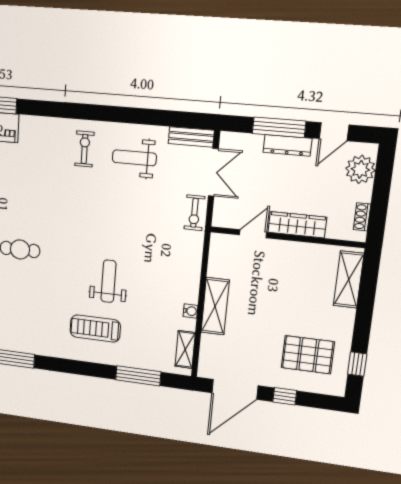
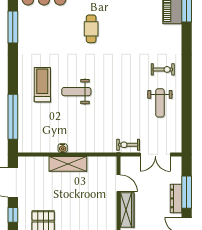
bench: (191, 137) -> (176, 138), removed
weight bench: (134, 158) -> (160, 103), turned 180
weight bench: (109, 281) -> (76, 92), turned 180
shelving: (185, 349) -> (36, 147), removed
window: (138, 376) -> (13, 117), width x1.46

